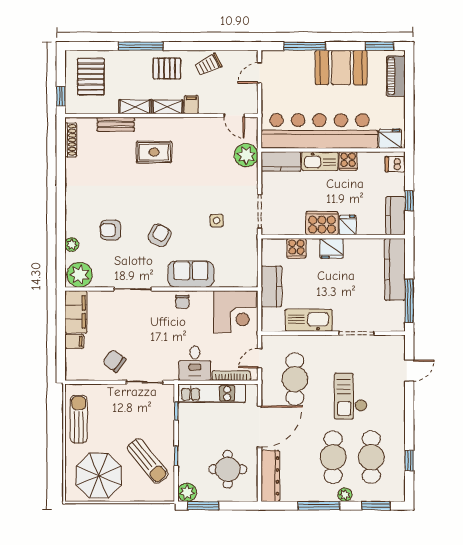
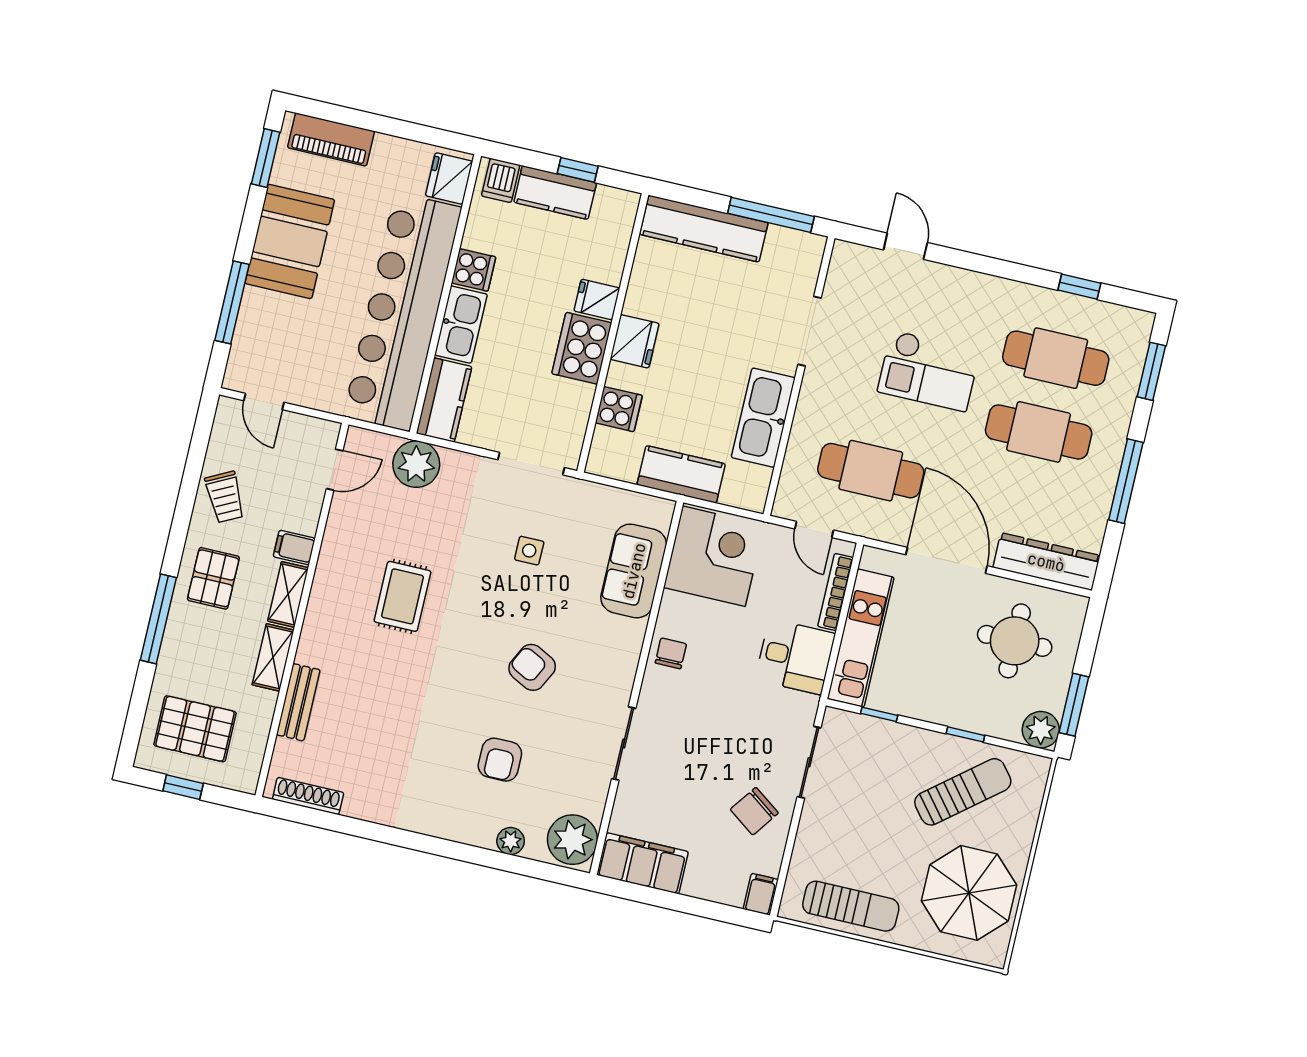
window: (61, 96) -> (183, 787), moved
rug: (154, 152) -> (402, 596), moved
kitchen counter: (395, 216) -> (555, 193), moved
sofa: (191, 274) -> (634, 571), moved
chair: (182, 302) -> (671, 653), turned -90
filing cabinet: (74, 341) -> (761, 894), moved
sun lounger: (79, 419) -> (851, 906), turned 180
plant: (345, 495) -> (1116, 426), removed

